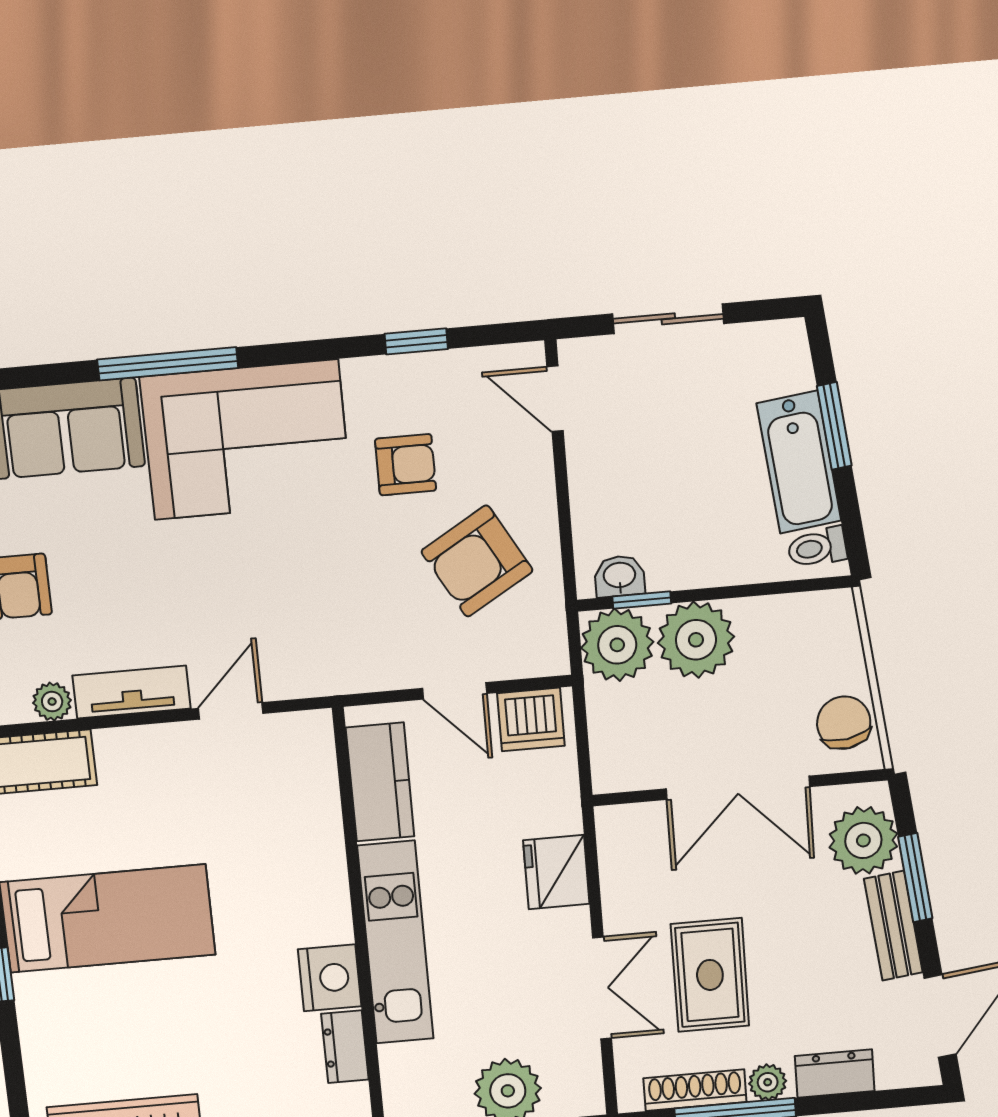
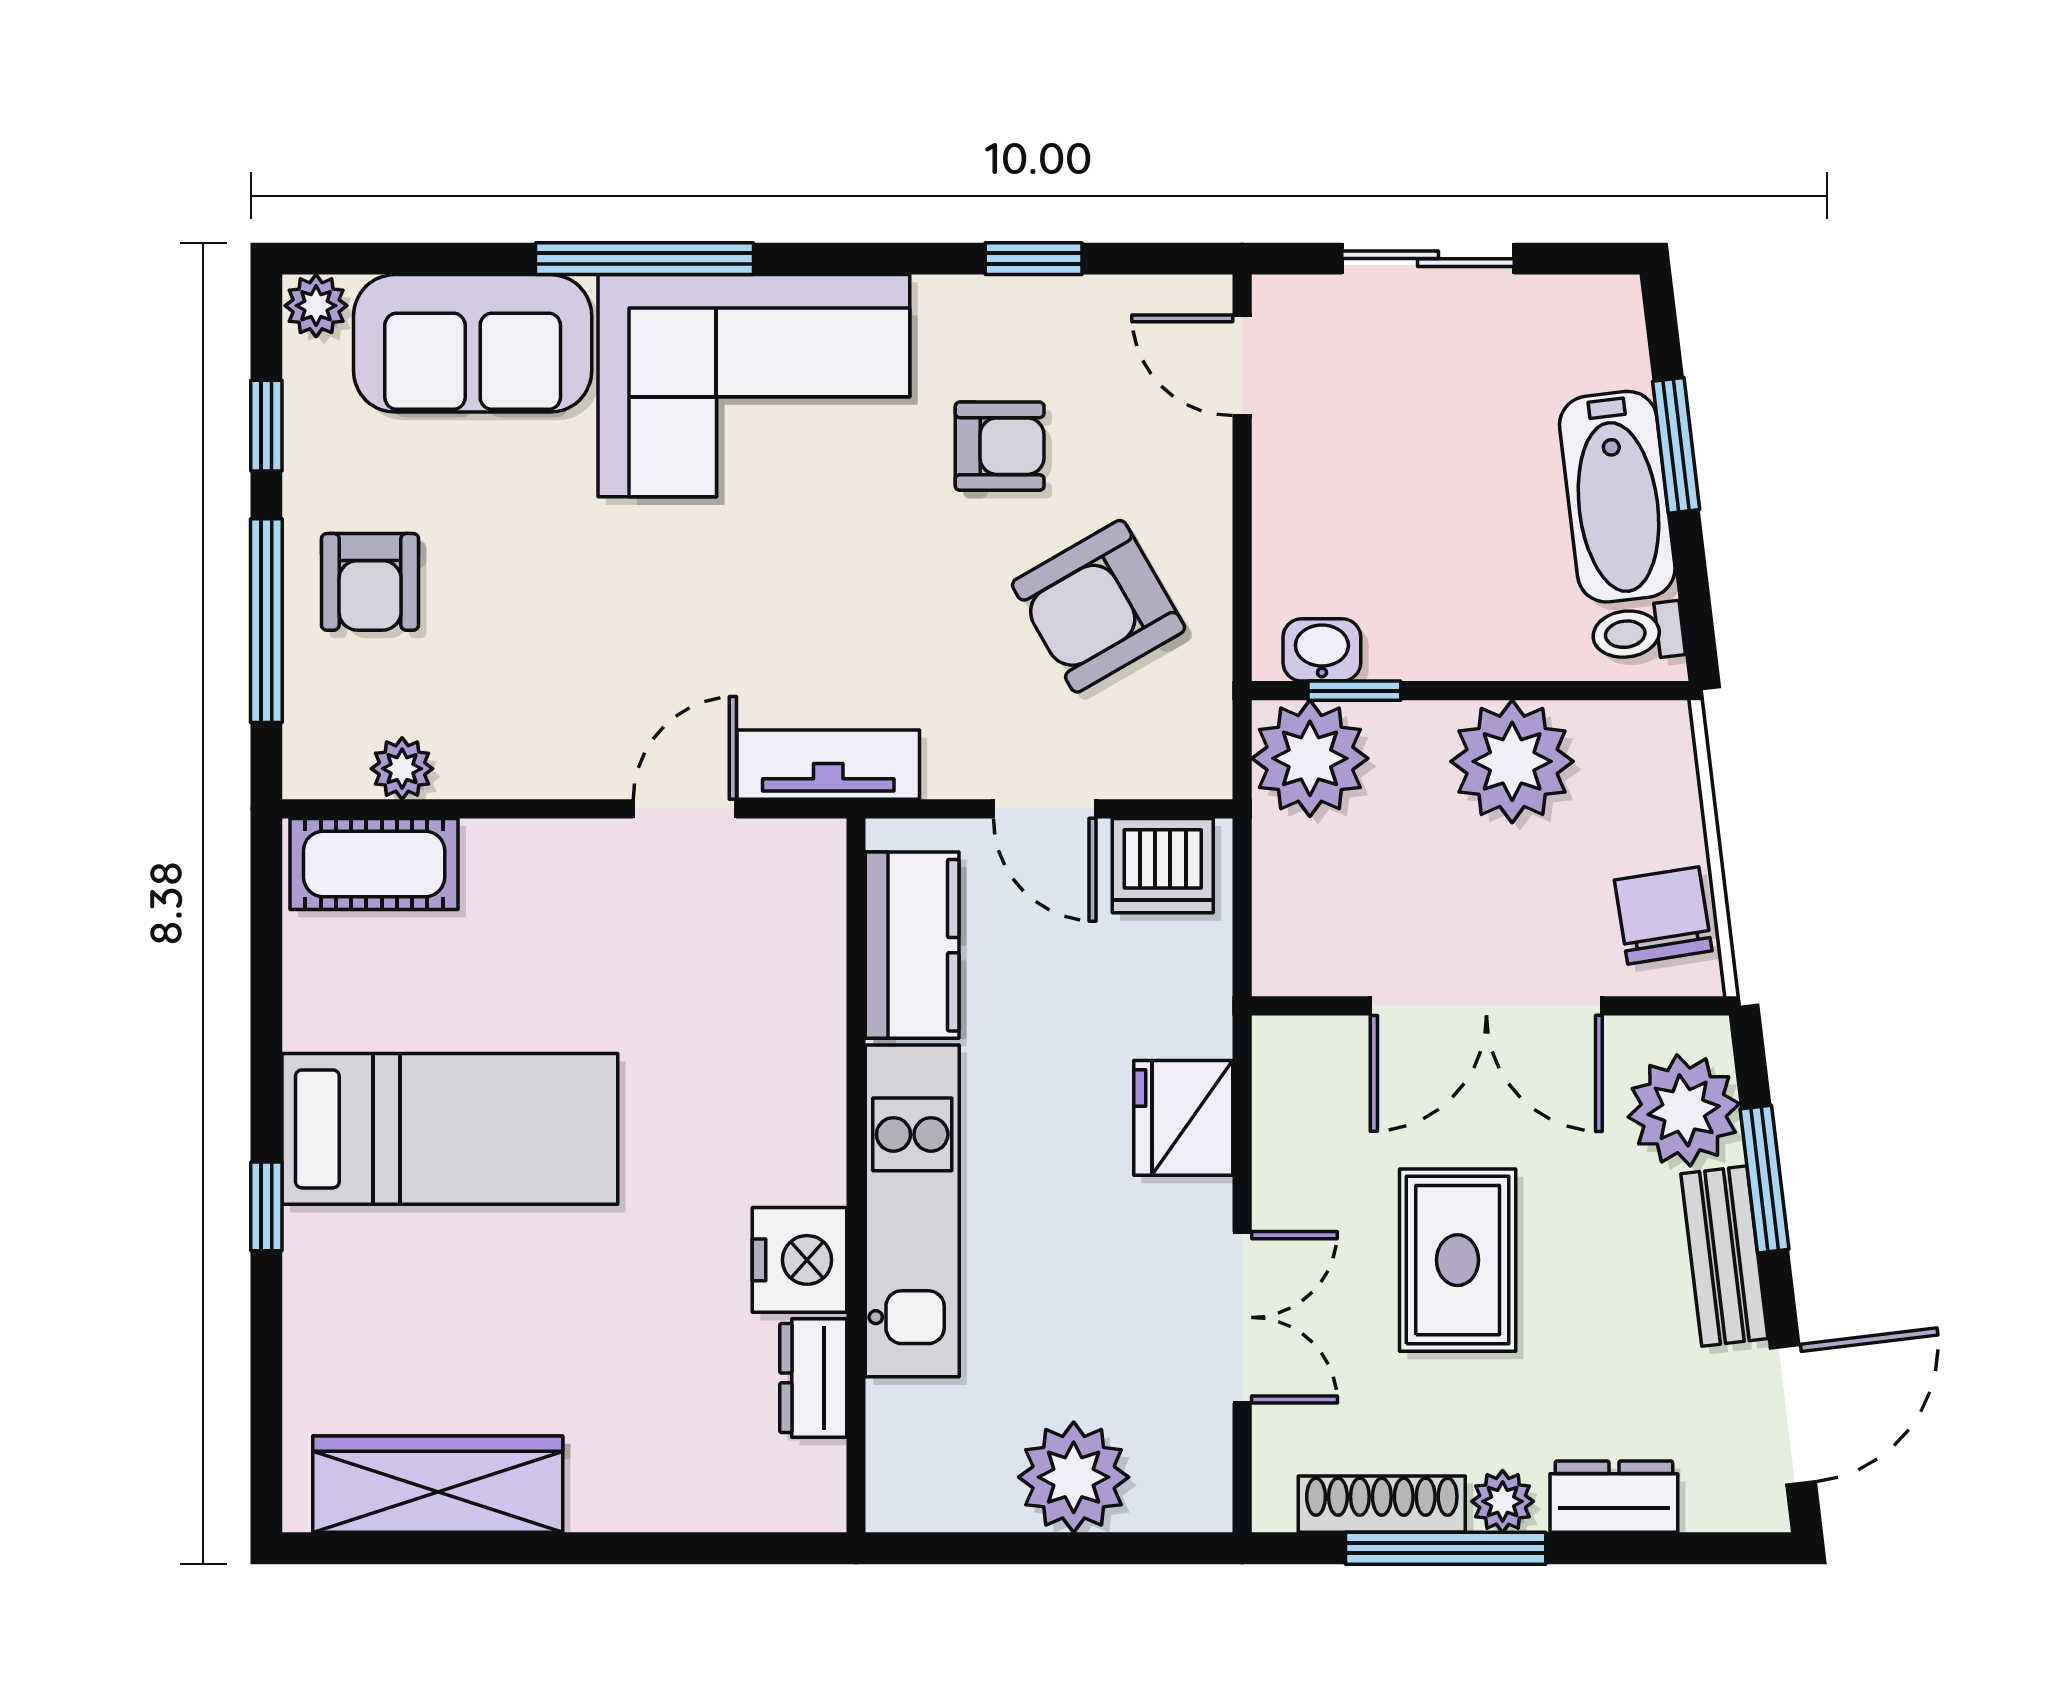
plant: (696, 640) -> (1512, 761), moved
tv unit: (132, 692) -> (828, 765), moved
rug: (710, 975) -> (1458, 1260), moved

